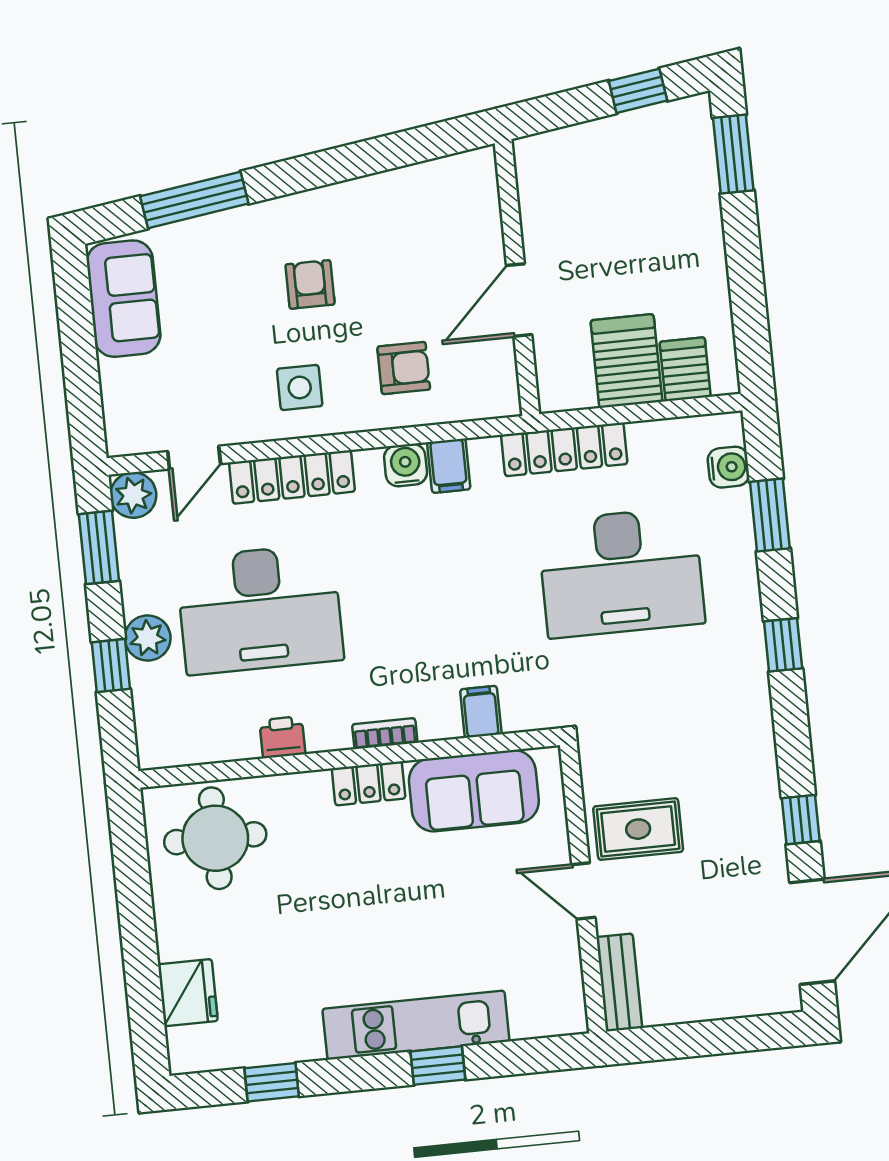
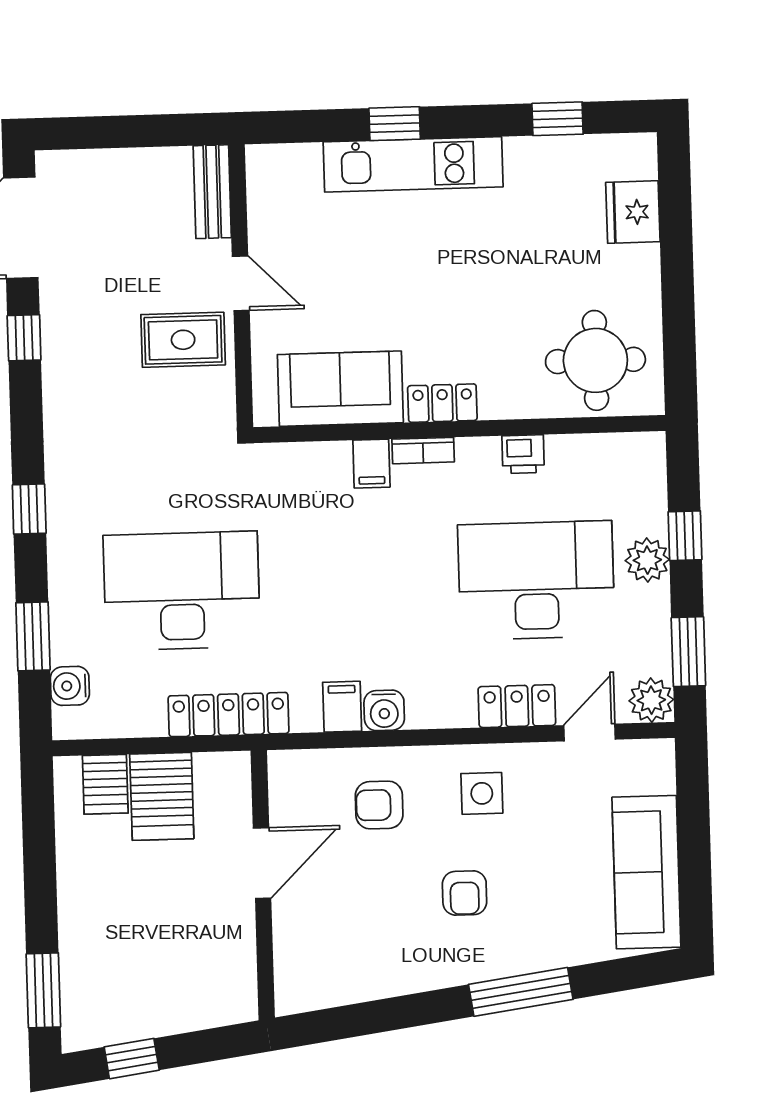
window: (194, 200) -> (521, 992), moved
sofa: (124, 299) -> (646, 872), width x1.36
locker: (292, 477) -> (517, 706), width x0.66
filing cabinet: (481, 712) -> (371, 464), moved

